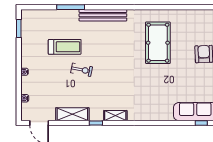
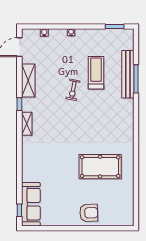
bench: (103, 15) -> (128, 74), moved
treadmill: (65, 47) -> (96, 73), turned 180

